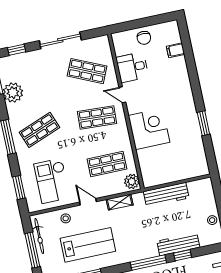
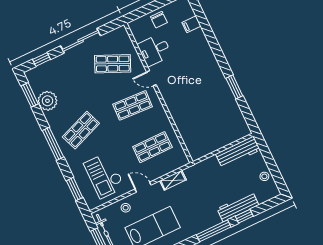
corner desk: (149, 129) -> (184, 105), removed
plant: (132, 181) -> (180, 158), removed
workbench: (166, 195) -> (238, 152), moved

